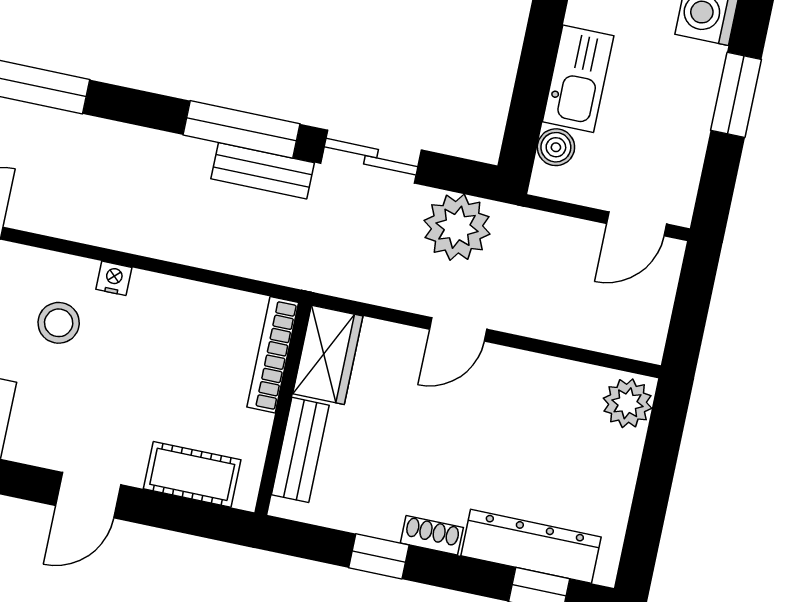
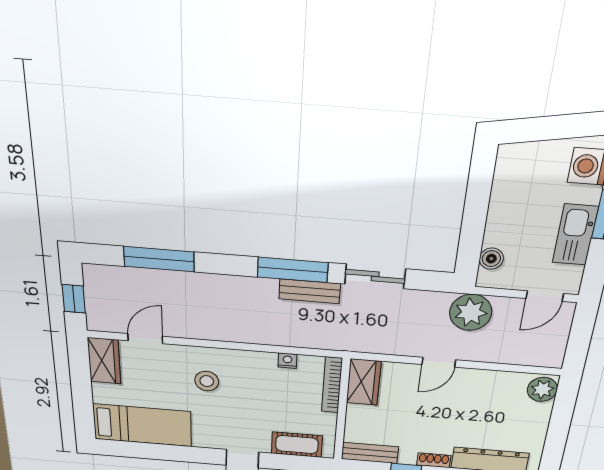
kitchen sink: (578, 79) -> (575, 235), moved, turned 180
plant: (457, 227) -> (471, 312), moved
nightstand: (114, 278) -> (287, 361), moved
bench: (300, 450) -> (370, 453), moved, turned 90

